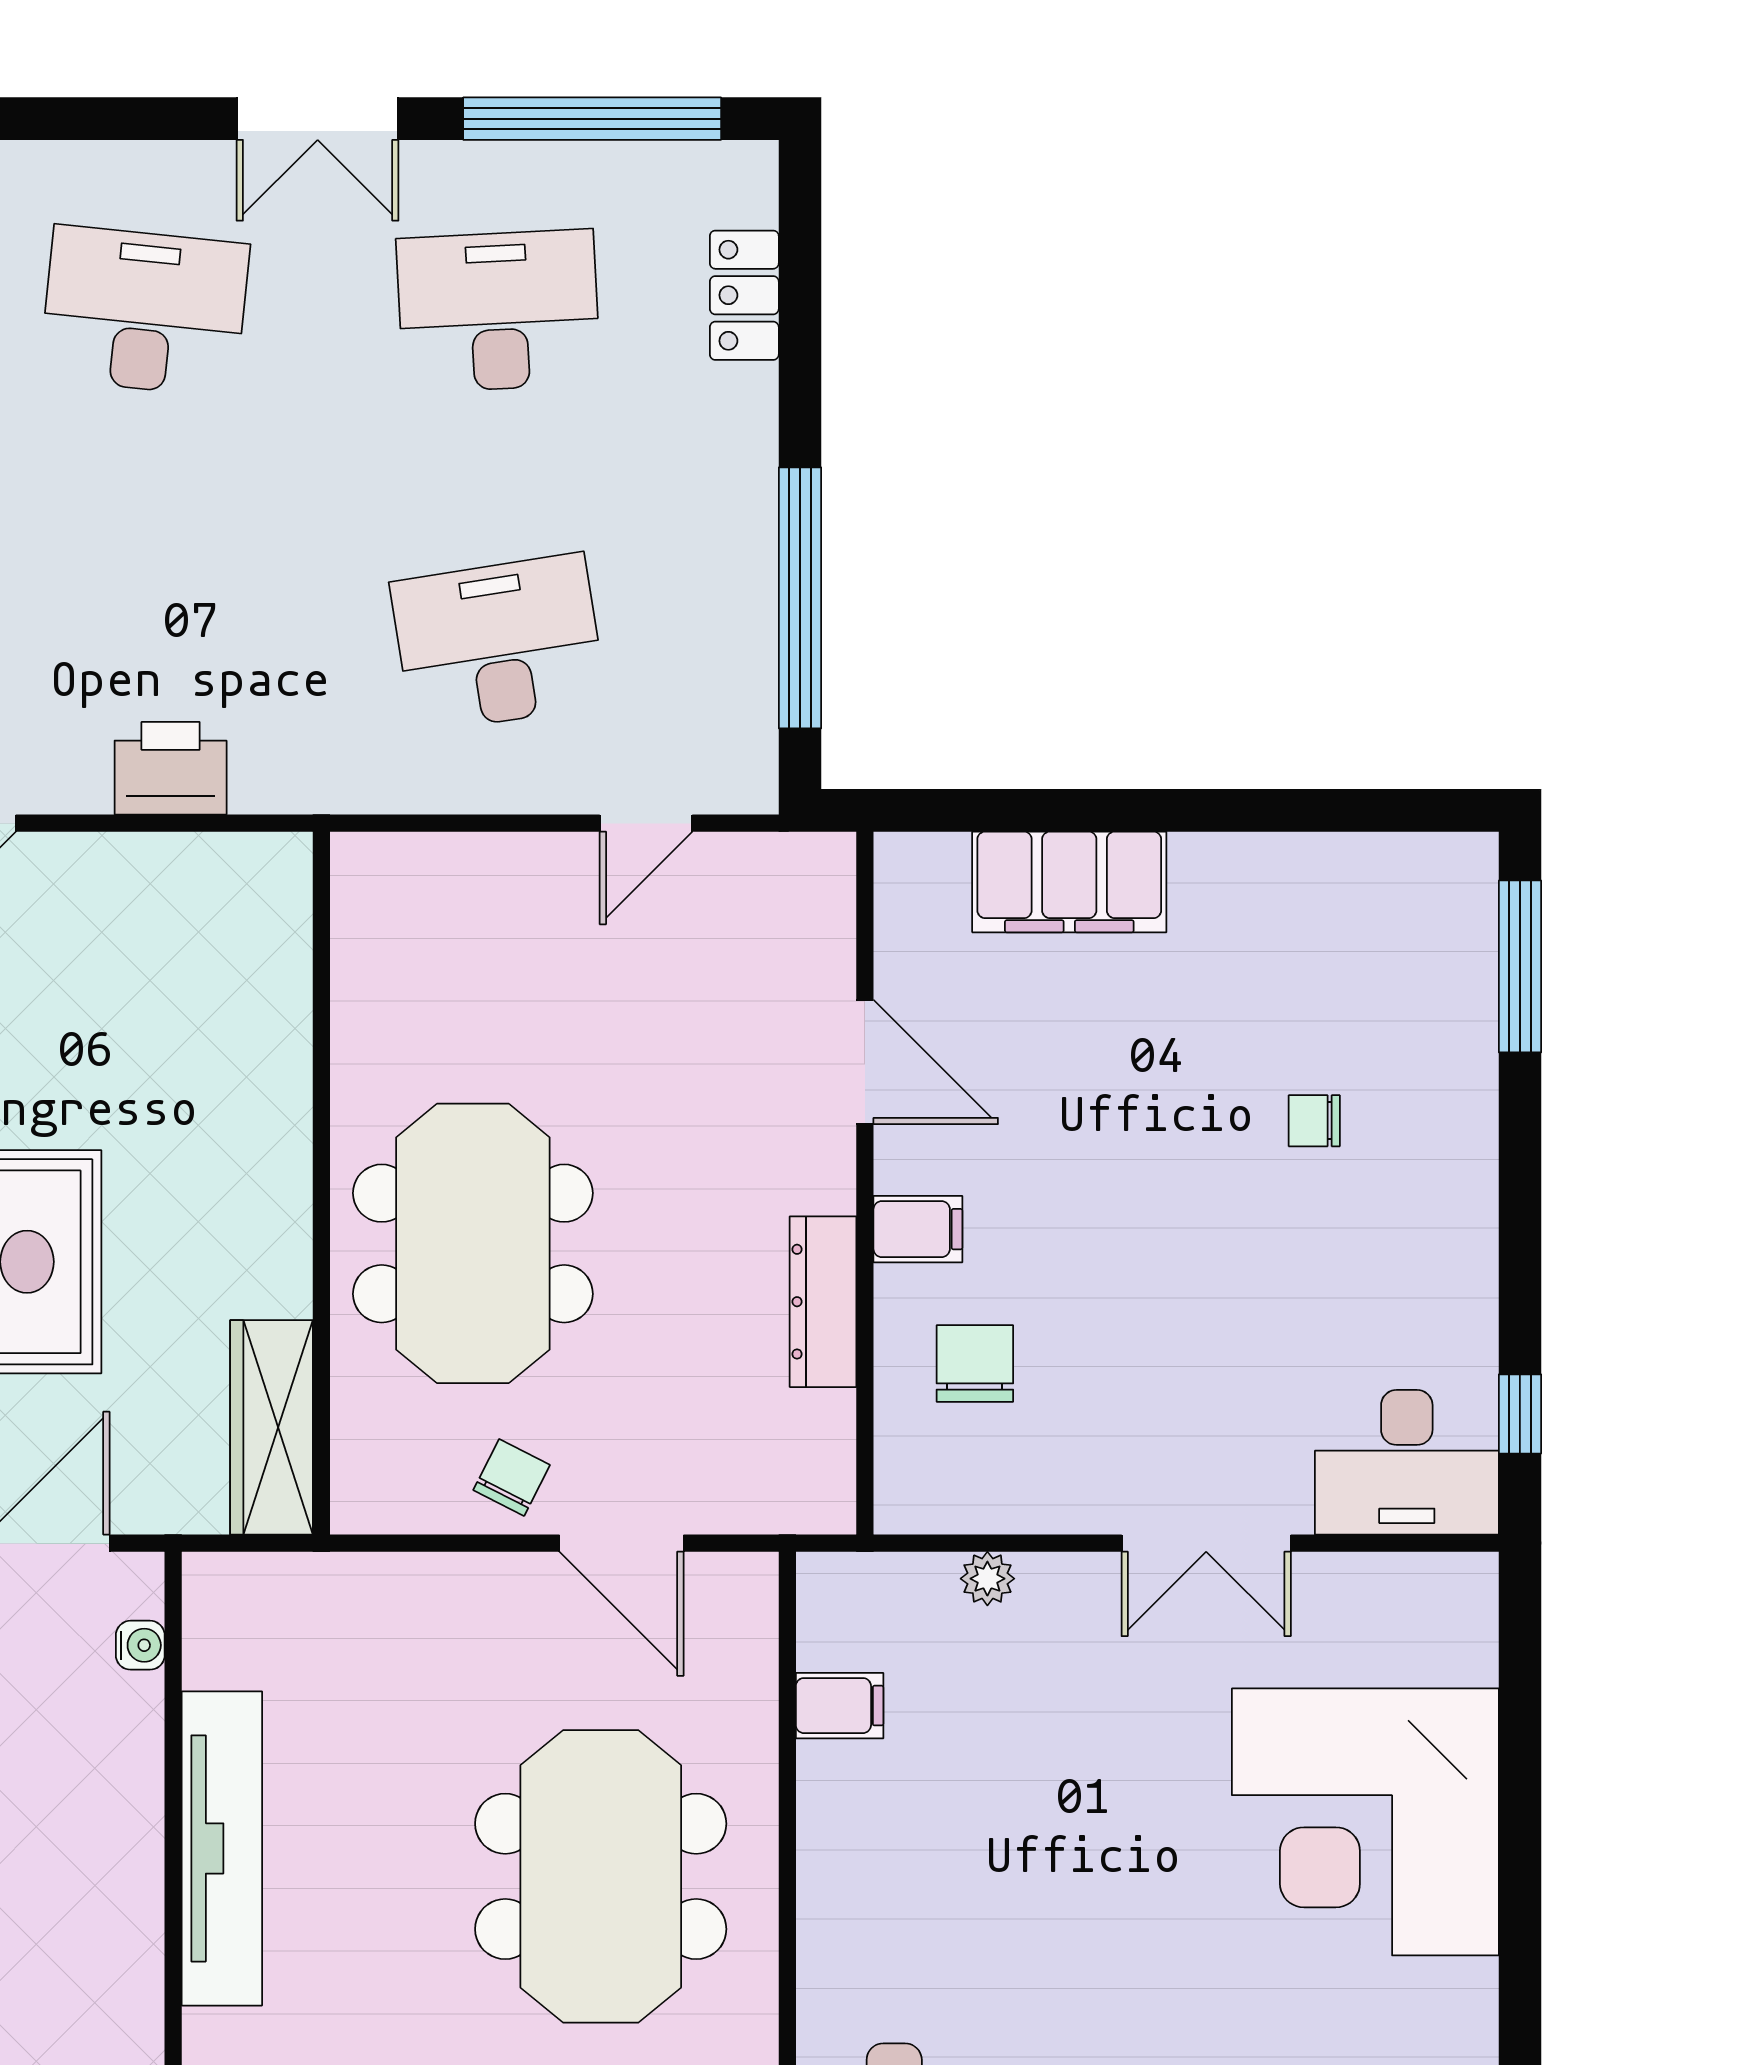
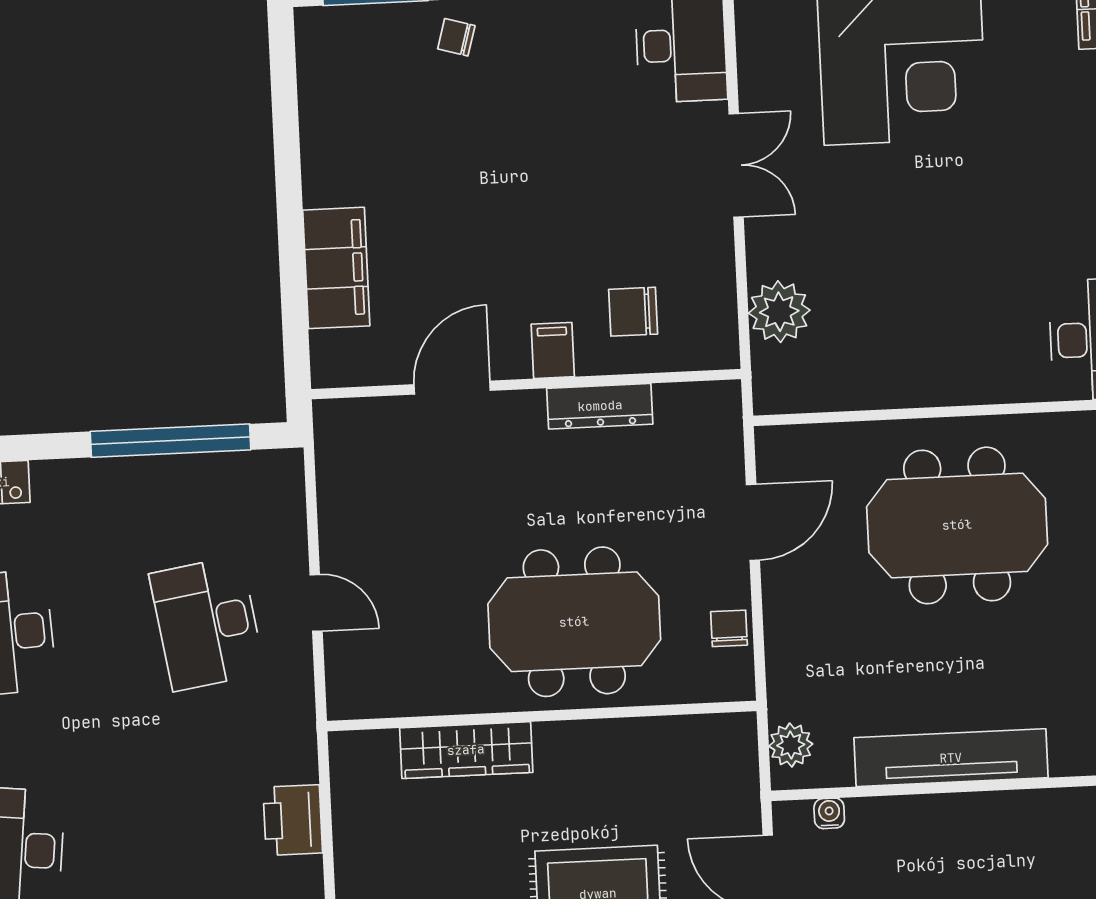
door: (646, 823) -> (316, 603), moved
chair: (1314, 1121) -> (456, 37), moved, turned 106
wardrobe: (271, 1427) -> (466, 750), moved
chair: (512, 1478) -> (729, 628), moved, turned 63
plant: (987, 1579) -> (779, 312), width x1.87, depth x1.87
plant: (255, 1588) -> (791, 745), added
filing cabinet: (840, 1706) -> (846, 385), removed

